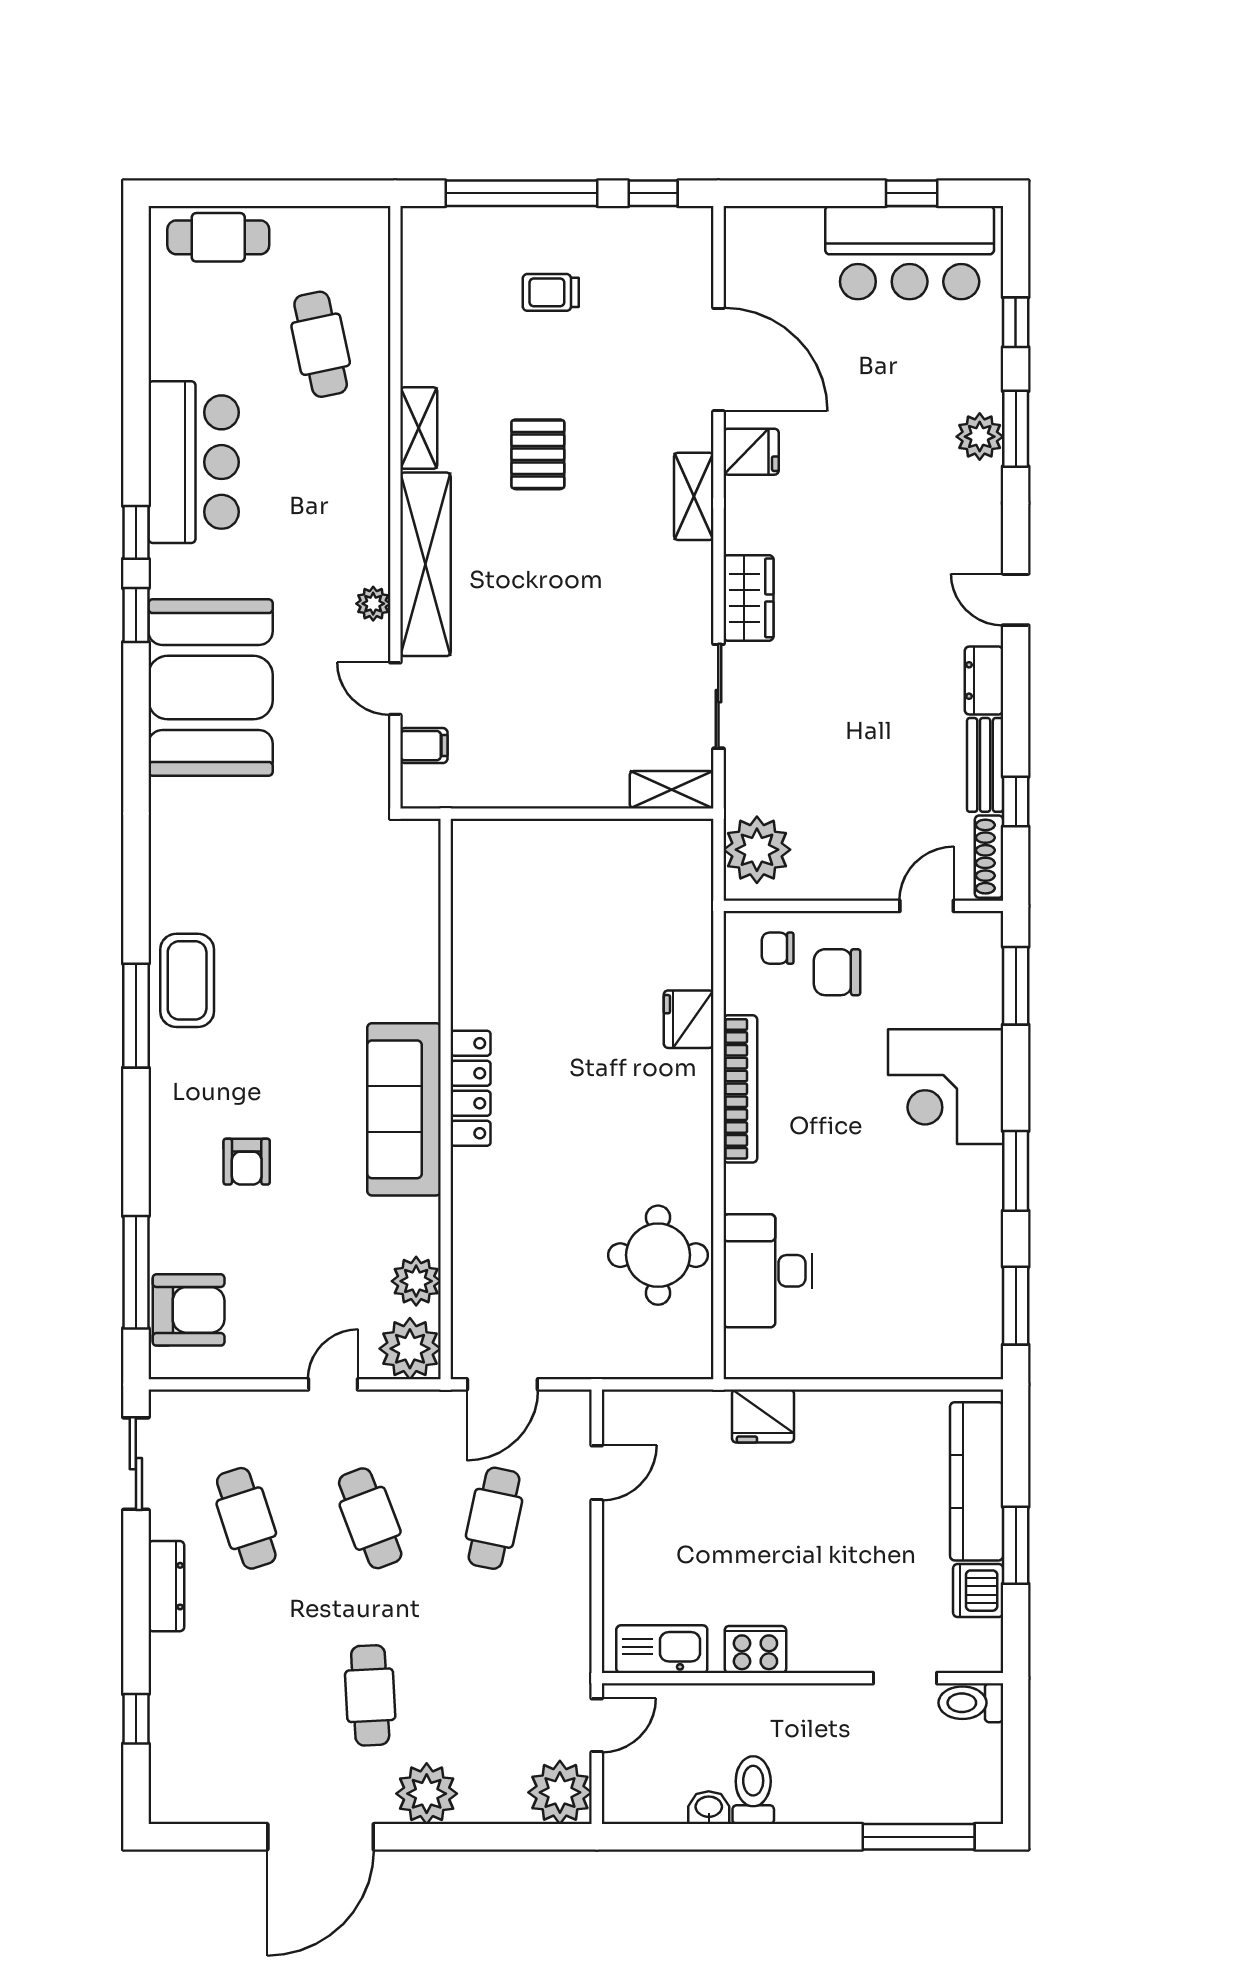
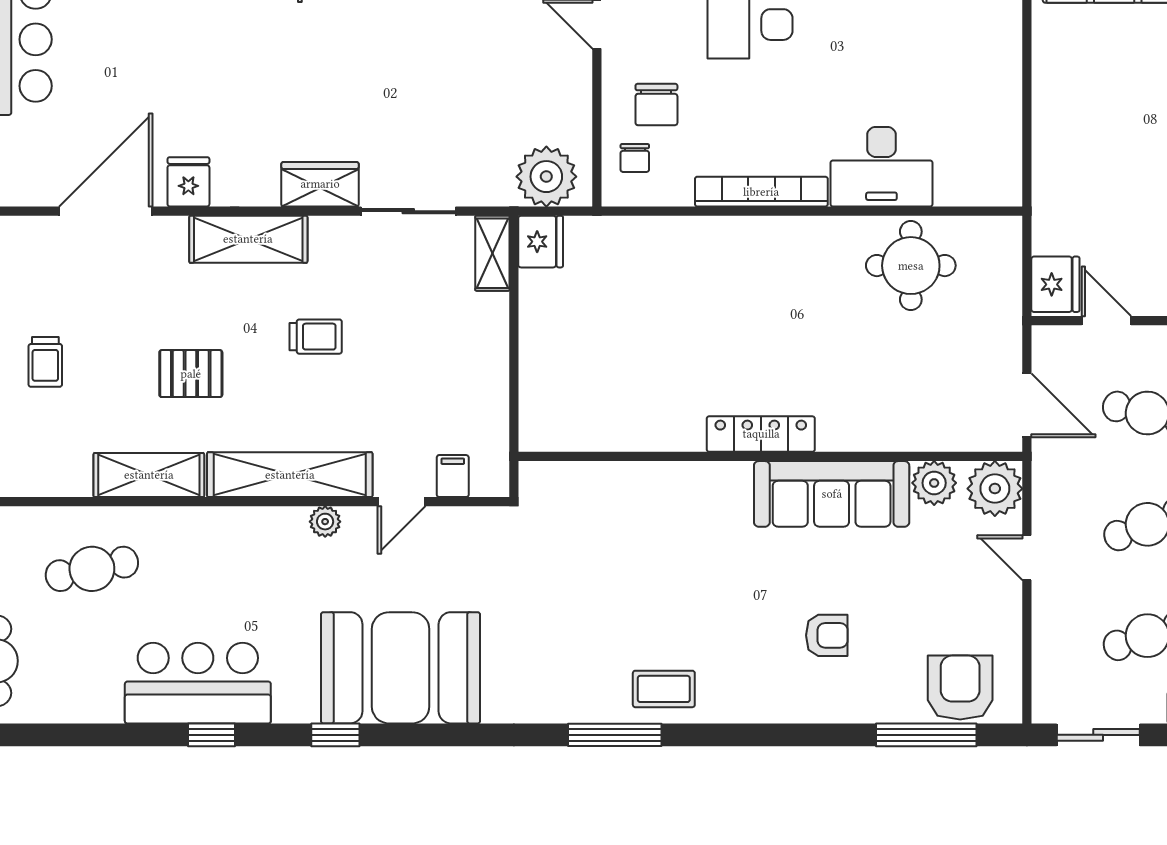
shelving: (419, 428) -> (149, 475), width x1.50, depth x1.33
shelving: (694, 496) -> (248, 239), width x1.50, depth x1.33
window: (136, 532) -> (212, 735), moved
trolley: (579, 593) -> (316, 337), added
coffee table: (187, 980) -> (664, 689), width x0.73, depth x0.77
window: (136, 1016) -> (615, 735), moved
fridge: (689, 1019) -> (541, 242), moved, turned -90
sofa: (404, 1109) -> (832, 494), moved
desk: (768, 1271) -> (881, 167), moved
fridge: (763, 1416) -> (1055, 284), moved

